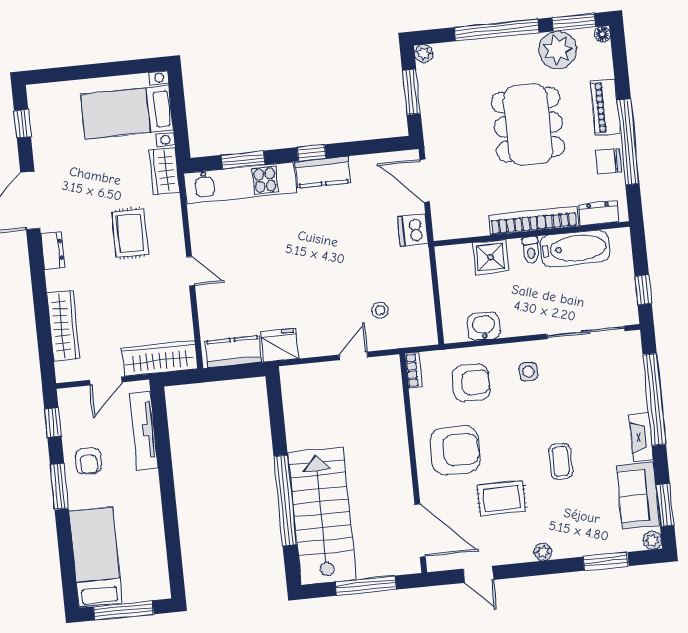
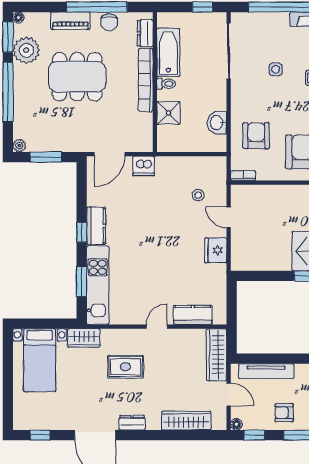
fridge: (280, 345) -> (216, 250), moved
kitchen counter: (233, 352) -> (193, 315), moved, turned 90
side table: (528, 372) -> (276, 69), moved
floor lamp: (65, 396) -> (236, 424), added
armchair: (88, 461) -> (284, 413), turned 180

